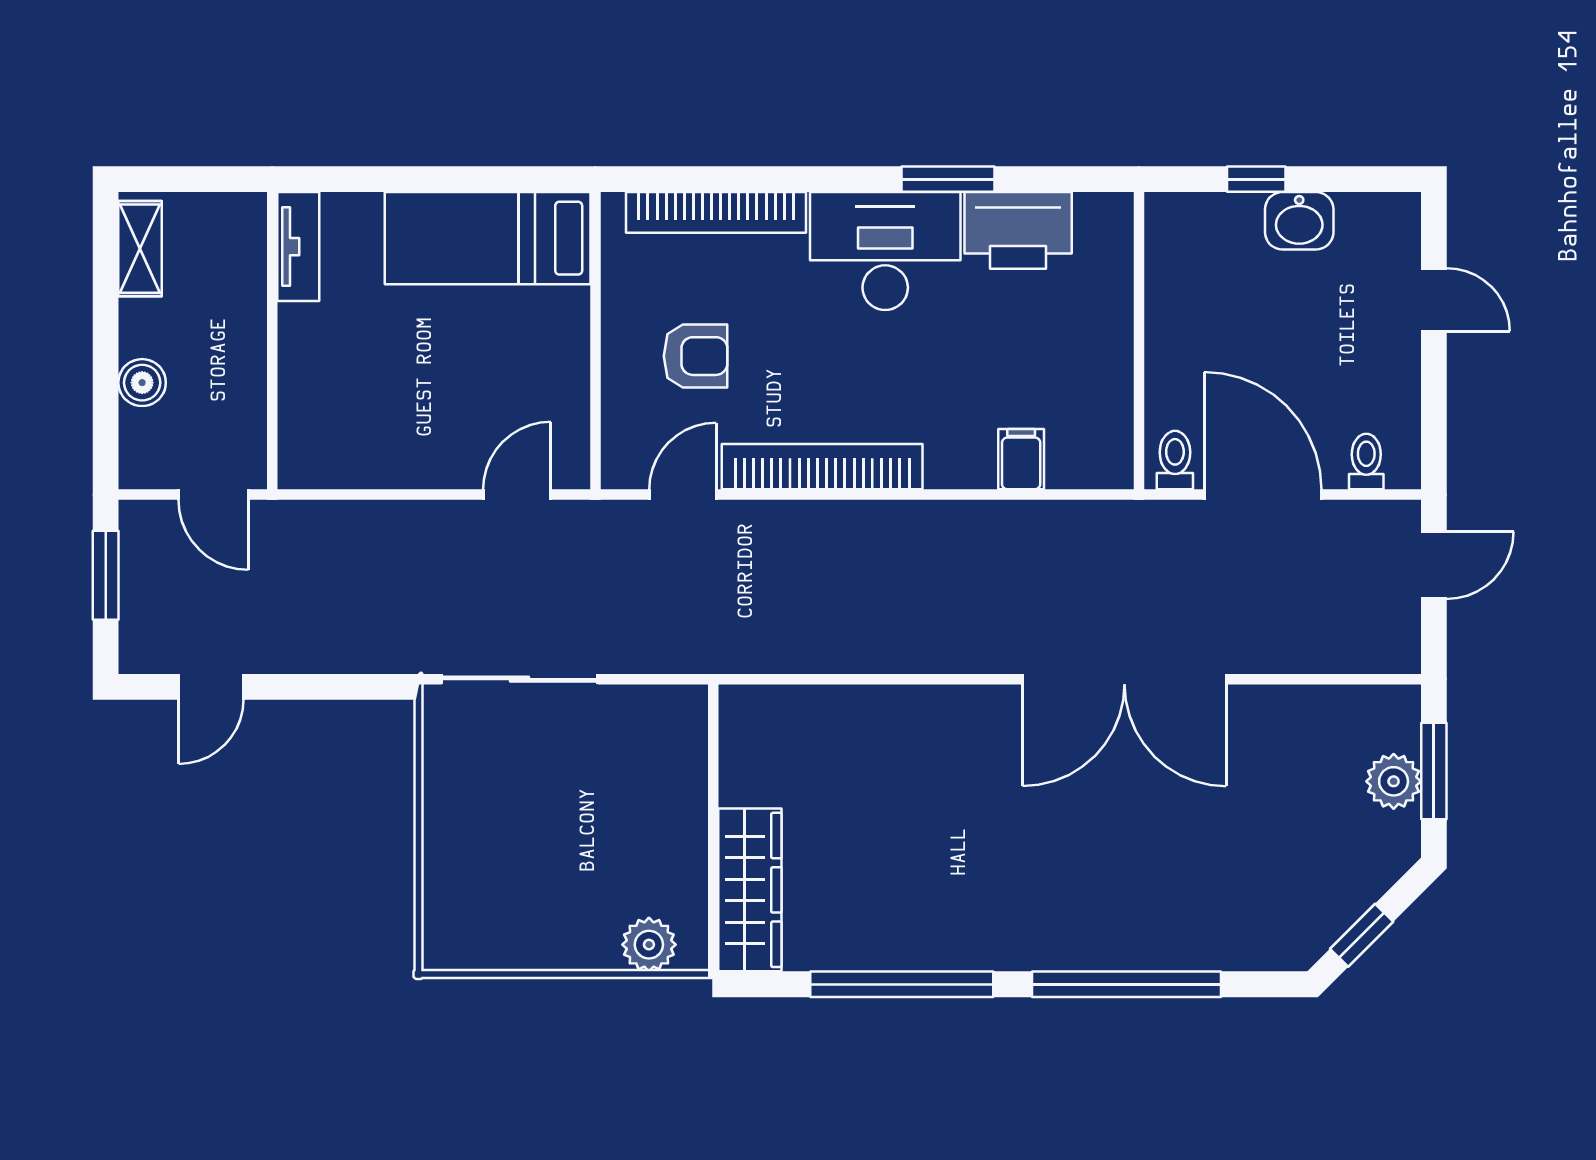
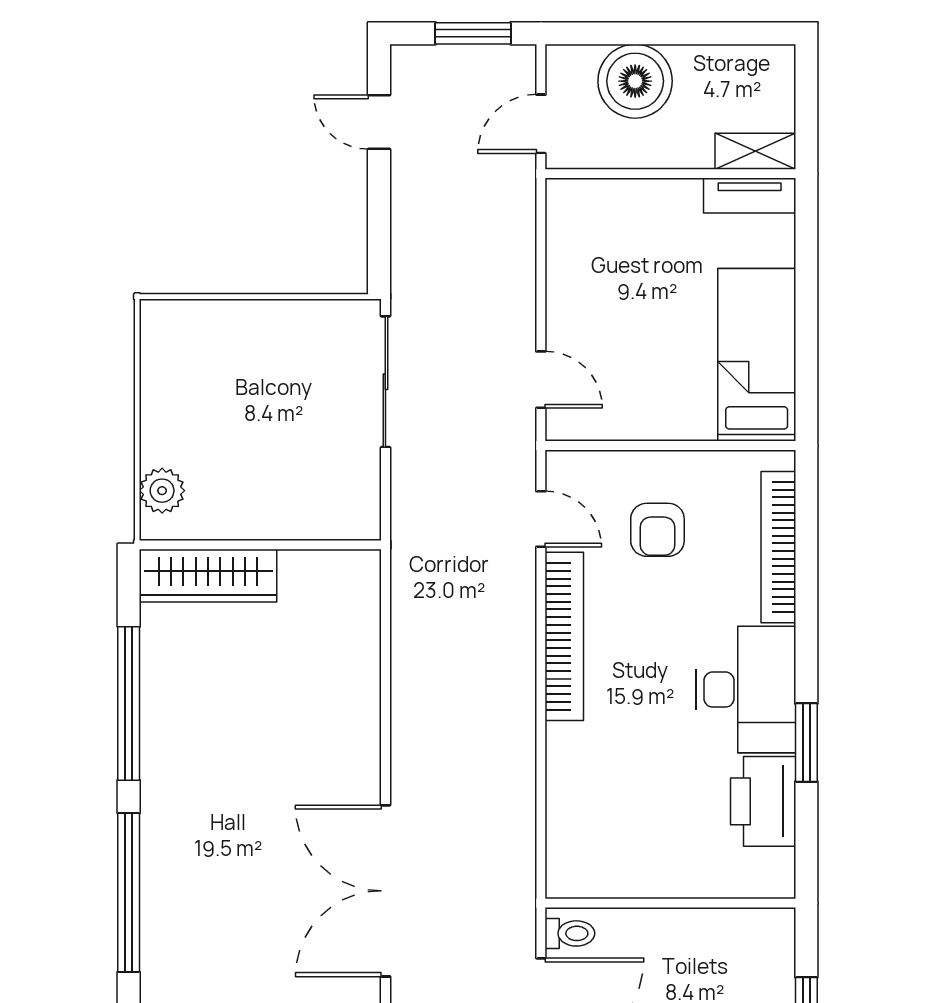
shelving: (140, 249) -> (755, 151), moved
boiler: (142, 383) -> (635, 81), width x1.86, depth x1.86
filing cabinet: (1021, 459) -> (571, 804), removed

